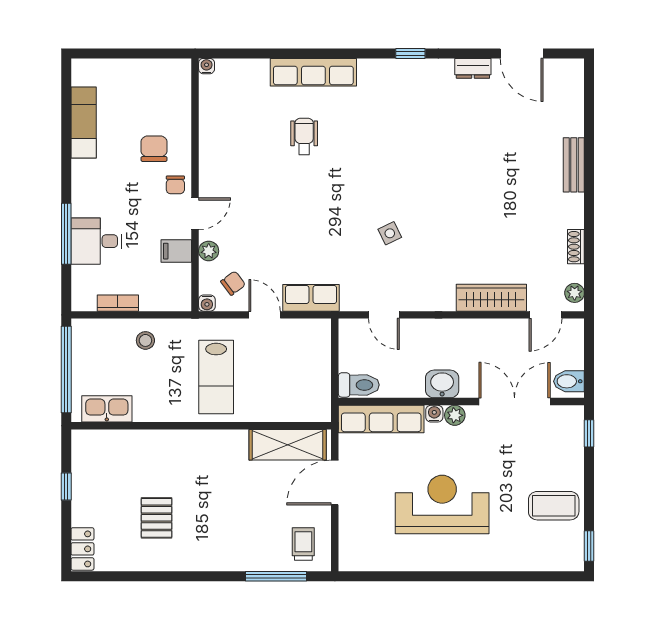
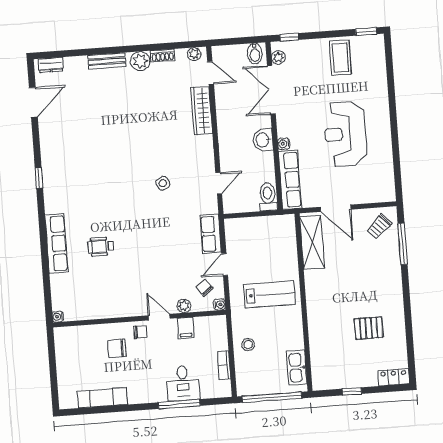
dresser: (473, 68) -> (51, 65), moved, turned 90
plant: (570, 214) -> (140, 61), added
plant: (455, 415) -> (278, 57), moved
trolley: (303, 544) -> (379, 227), turned -44

